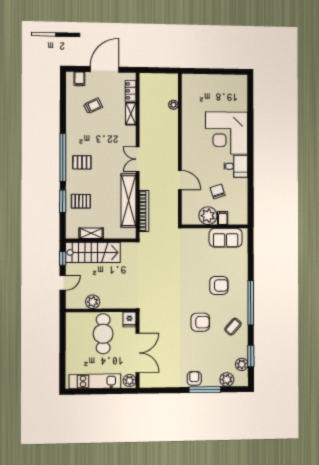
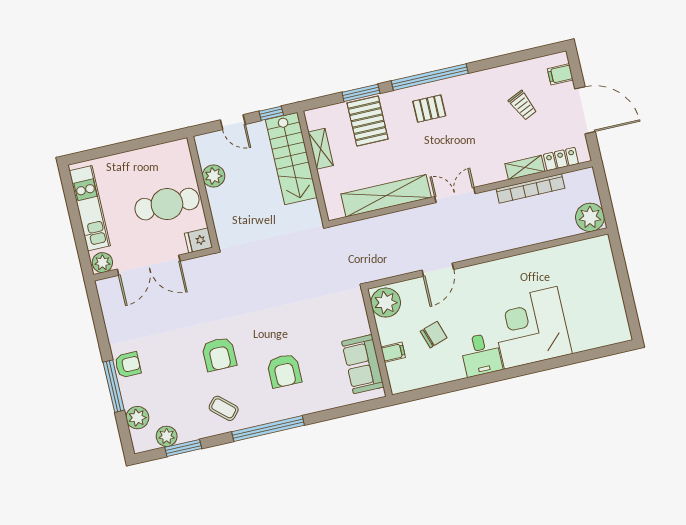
plant: (173, 105) -> (590, 217), moved, width x1.88, depth x1.88
pallet: (82, 162) -> (429, 109), turned 90
pallet: (81, 201) -> (368, 121), width x1.50, depth x1.42
bookcase: (144, 211) -> (530, 189), moved
plant: (208, 216) -> (386, 303), moved

